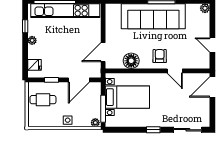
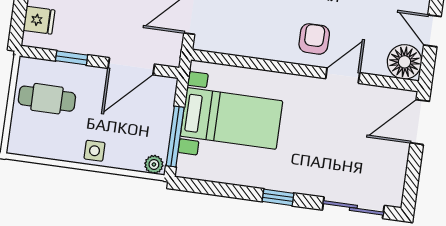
floor lamp: (131, 61) -> (405, 62), moved
door: (175, 71) -> (343, 76), swing flipped

